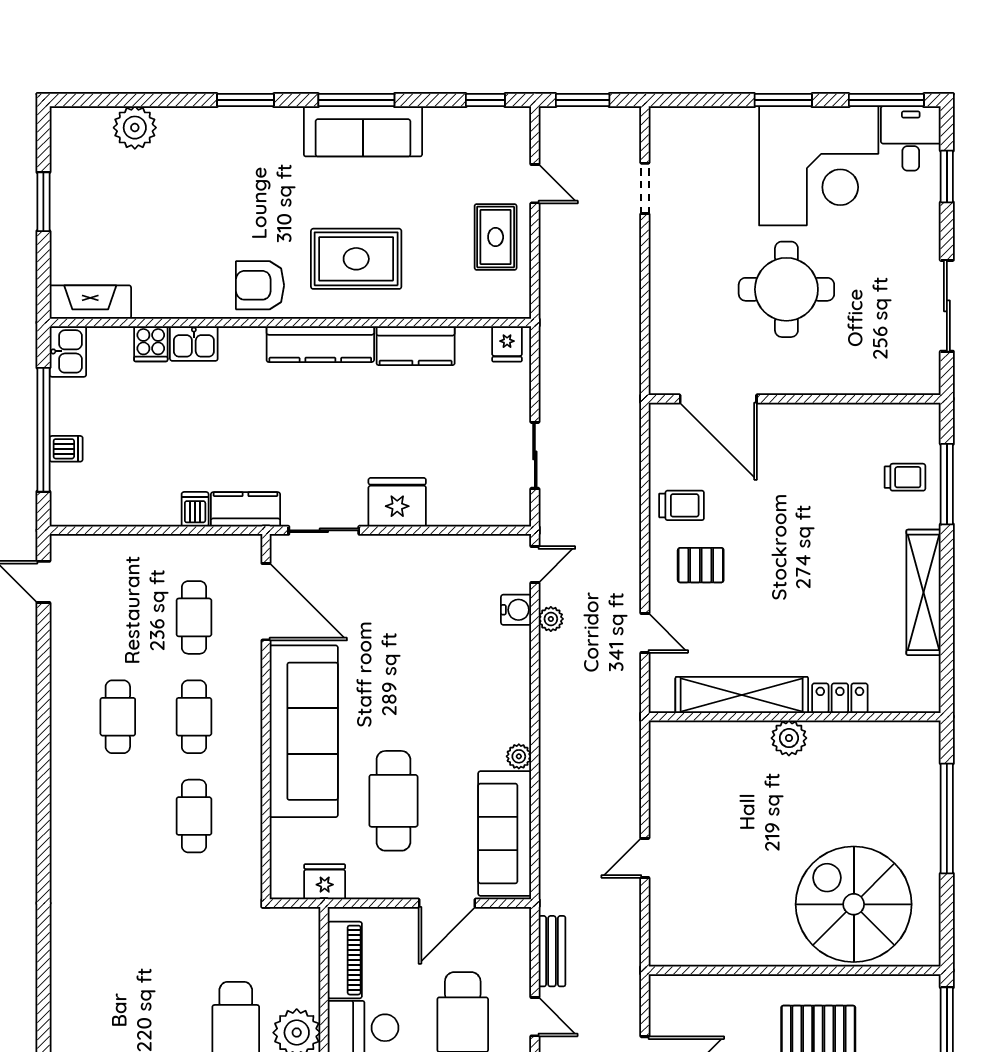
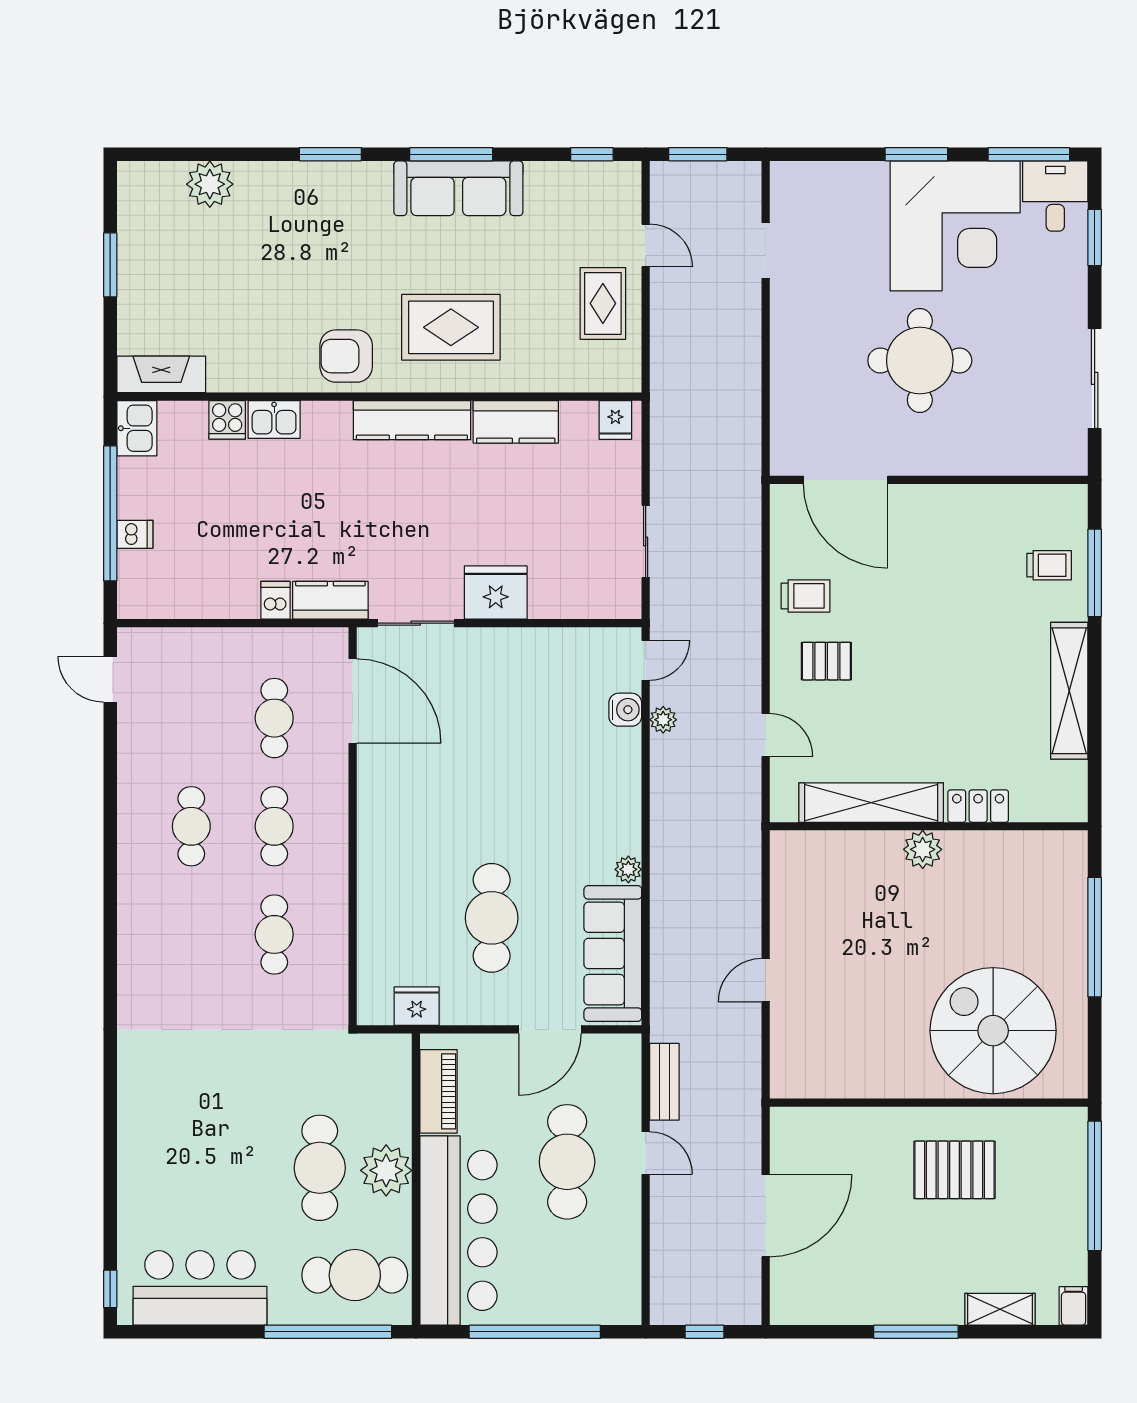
sofa: (304, 731) -> (394, 842), removed

